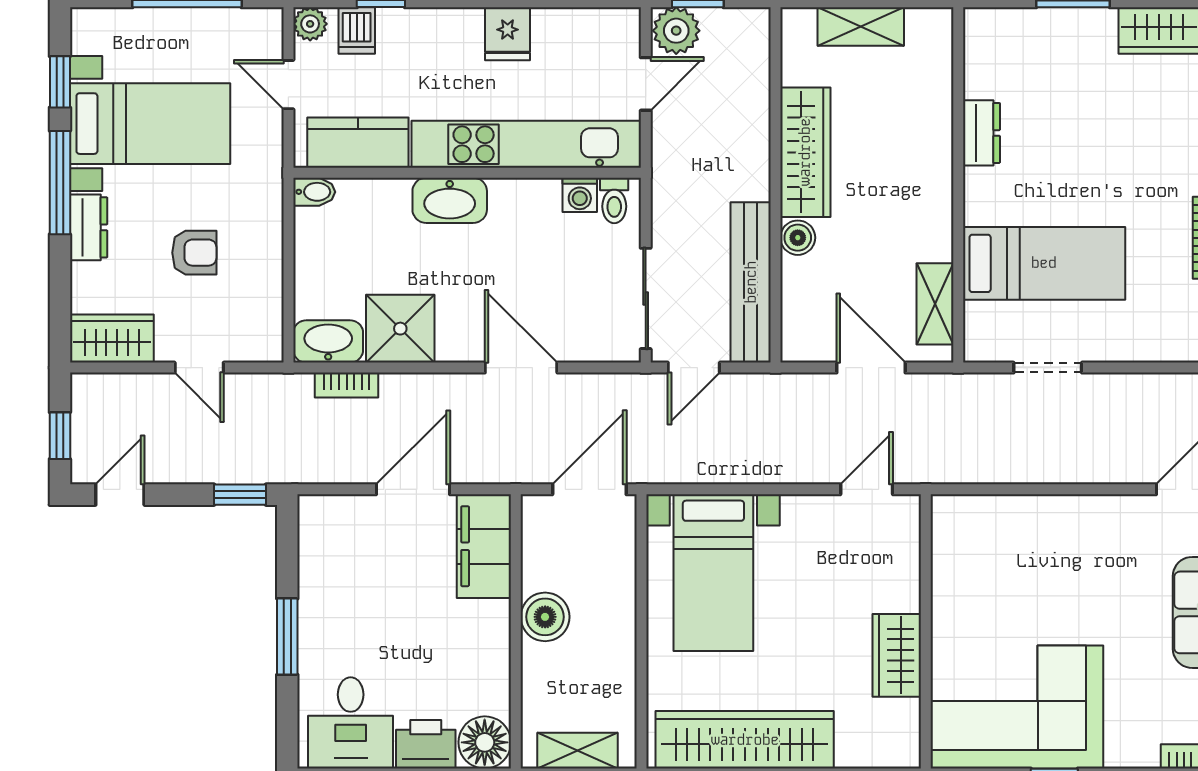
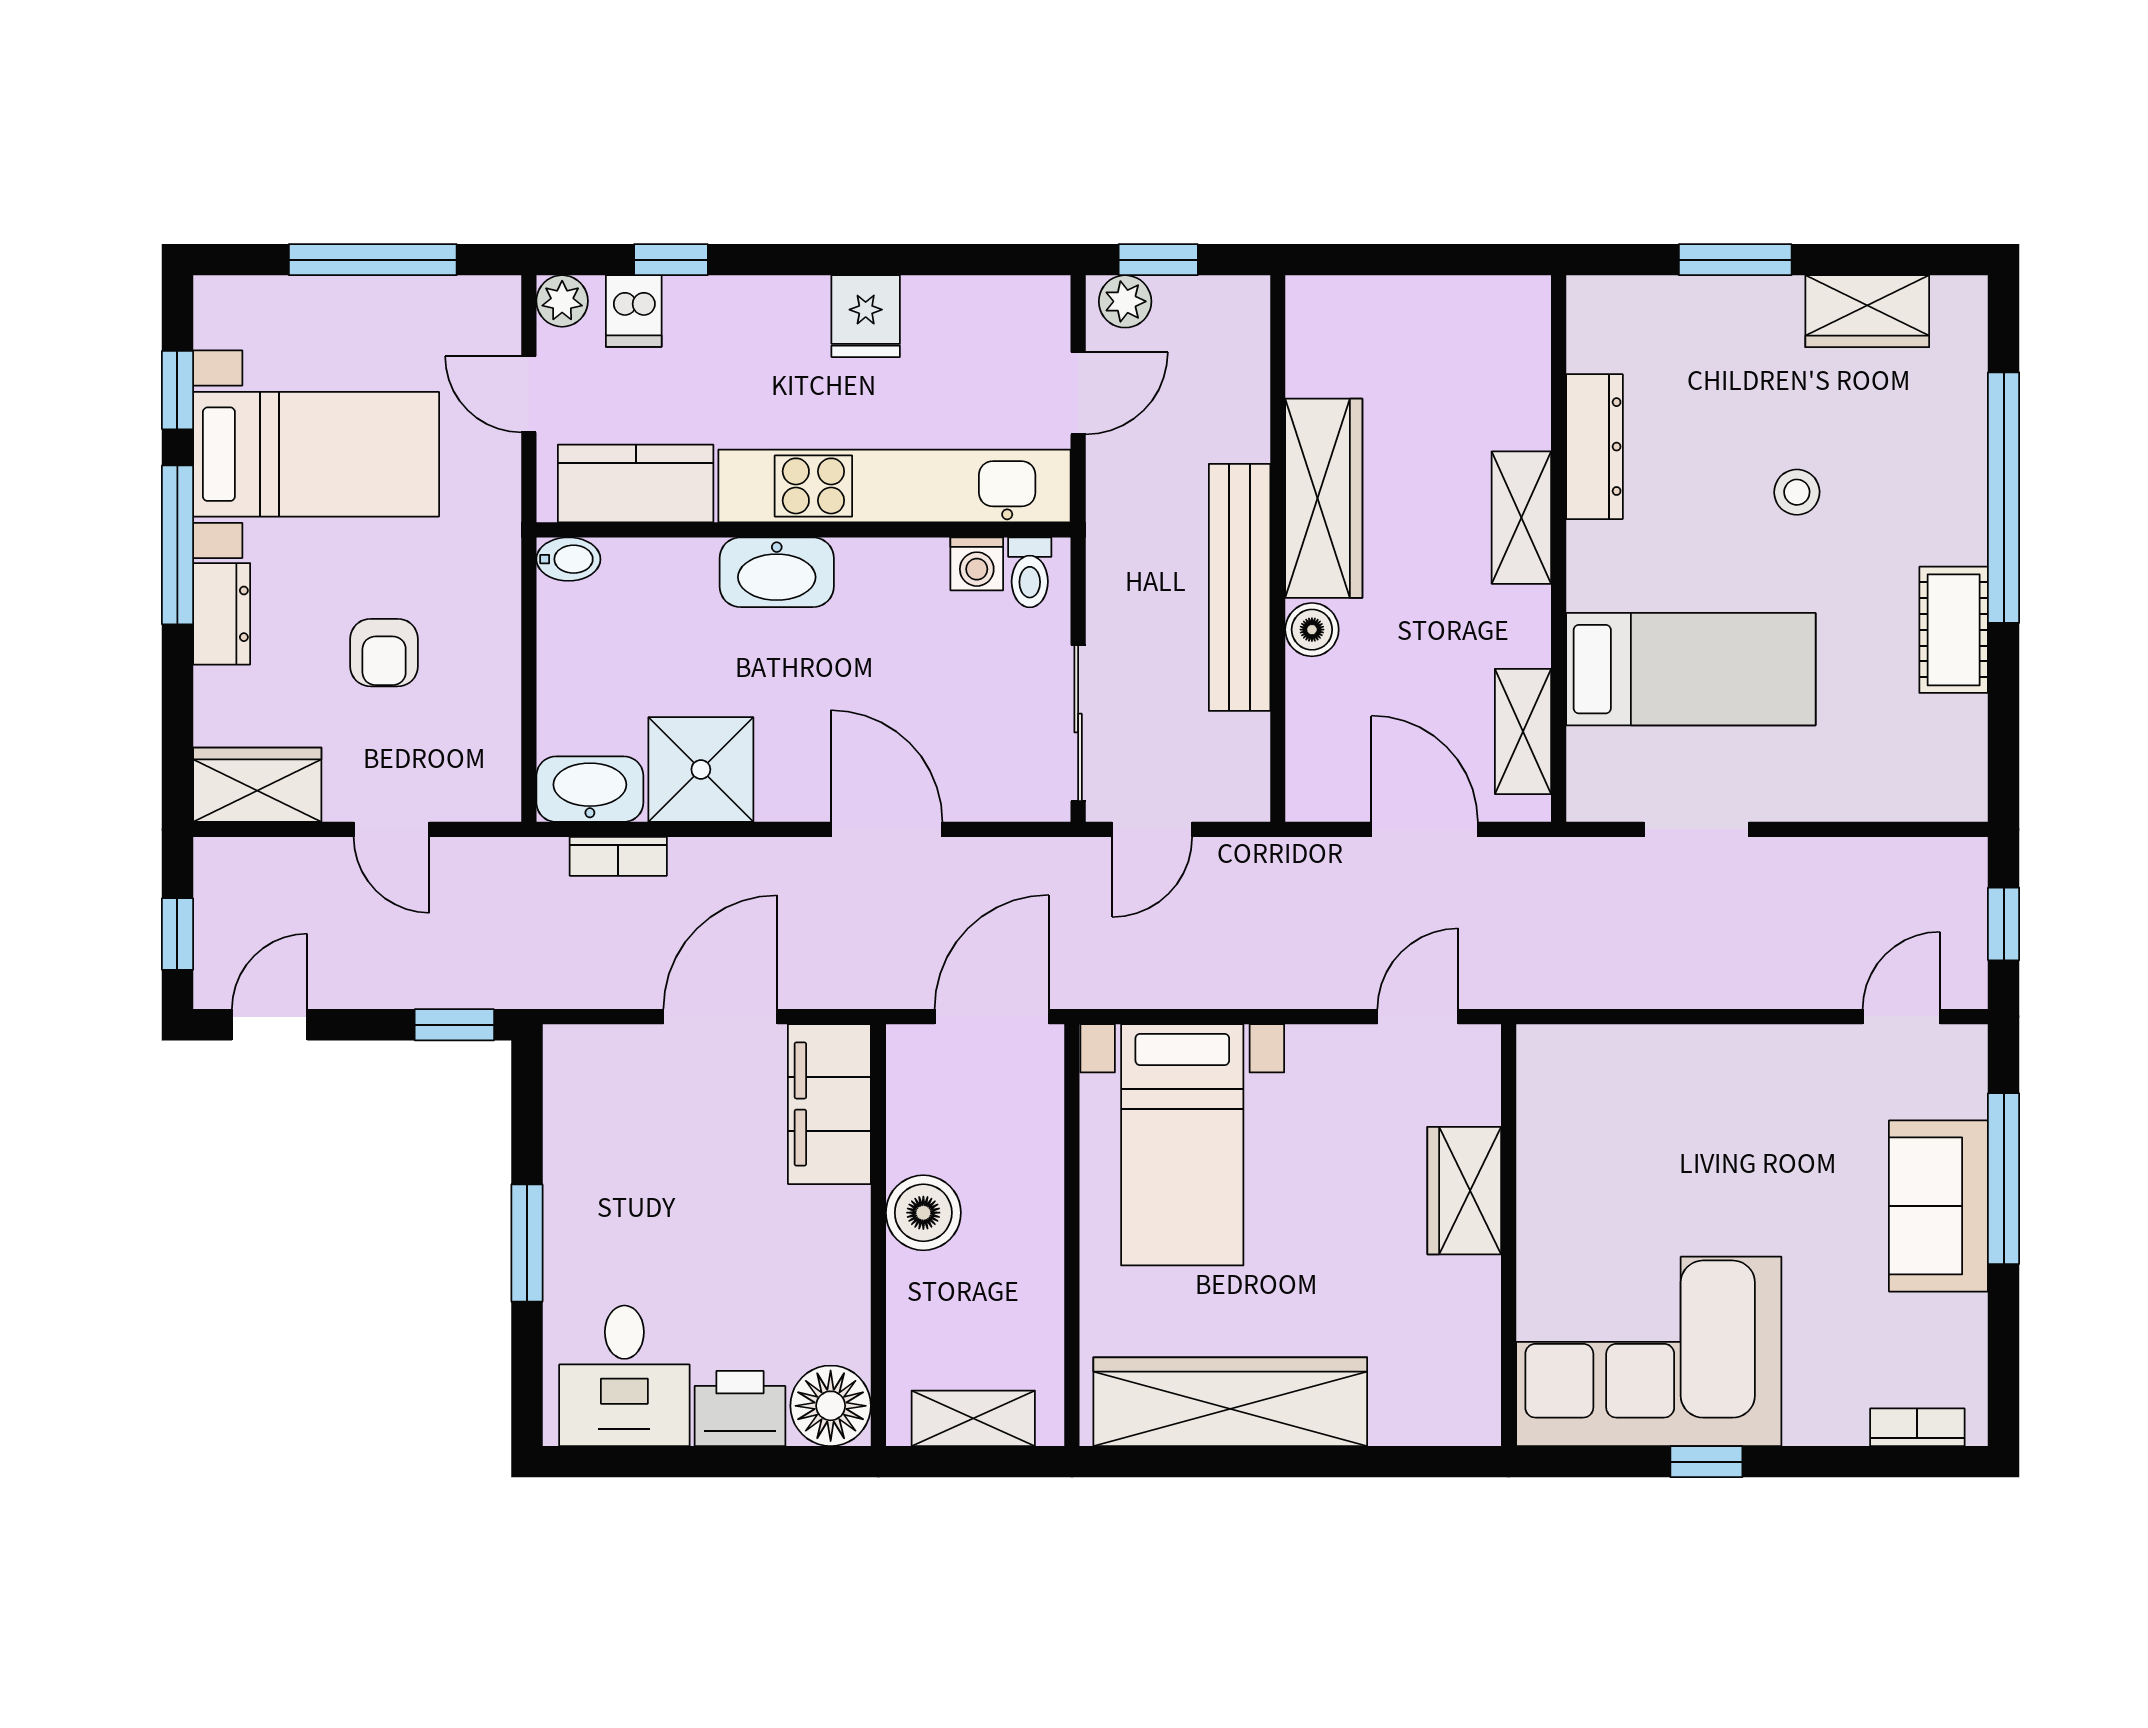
shelving: (861, 27) -> (1521, 518), moved, turned 90
plant: (676, 31) -> (1125, 301), width x0.73, depth x0.73
dresser: (981, 133) -> (1594, 447), width x1.44
stool: (1113, 148) -> (1797, 492), added
armchair: (194, 253) -> (384, 653), turned 90
bench: (751, 282) -> (1240, 587), moved
wardrobe: (897, 655) -> (1464, 1191), moved

